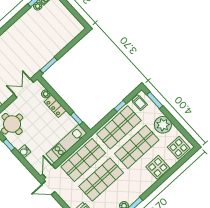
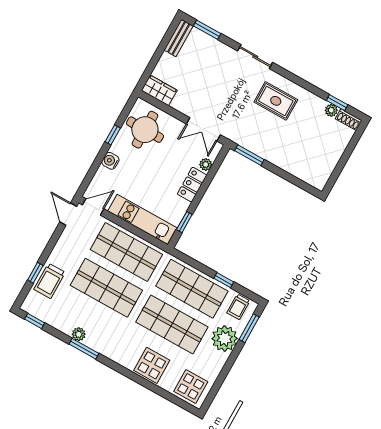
rug: (21, 38) -> (276, 101), added
double door: (24, 88) -> (203, 129), swing flipped
plant: (163, 125) -> (225, 339), moved

